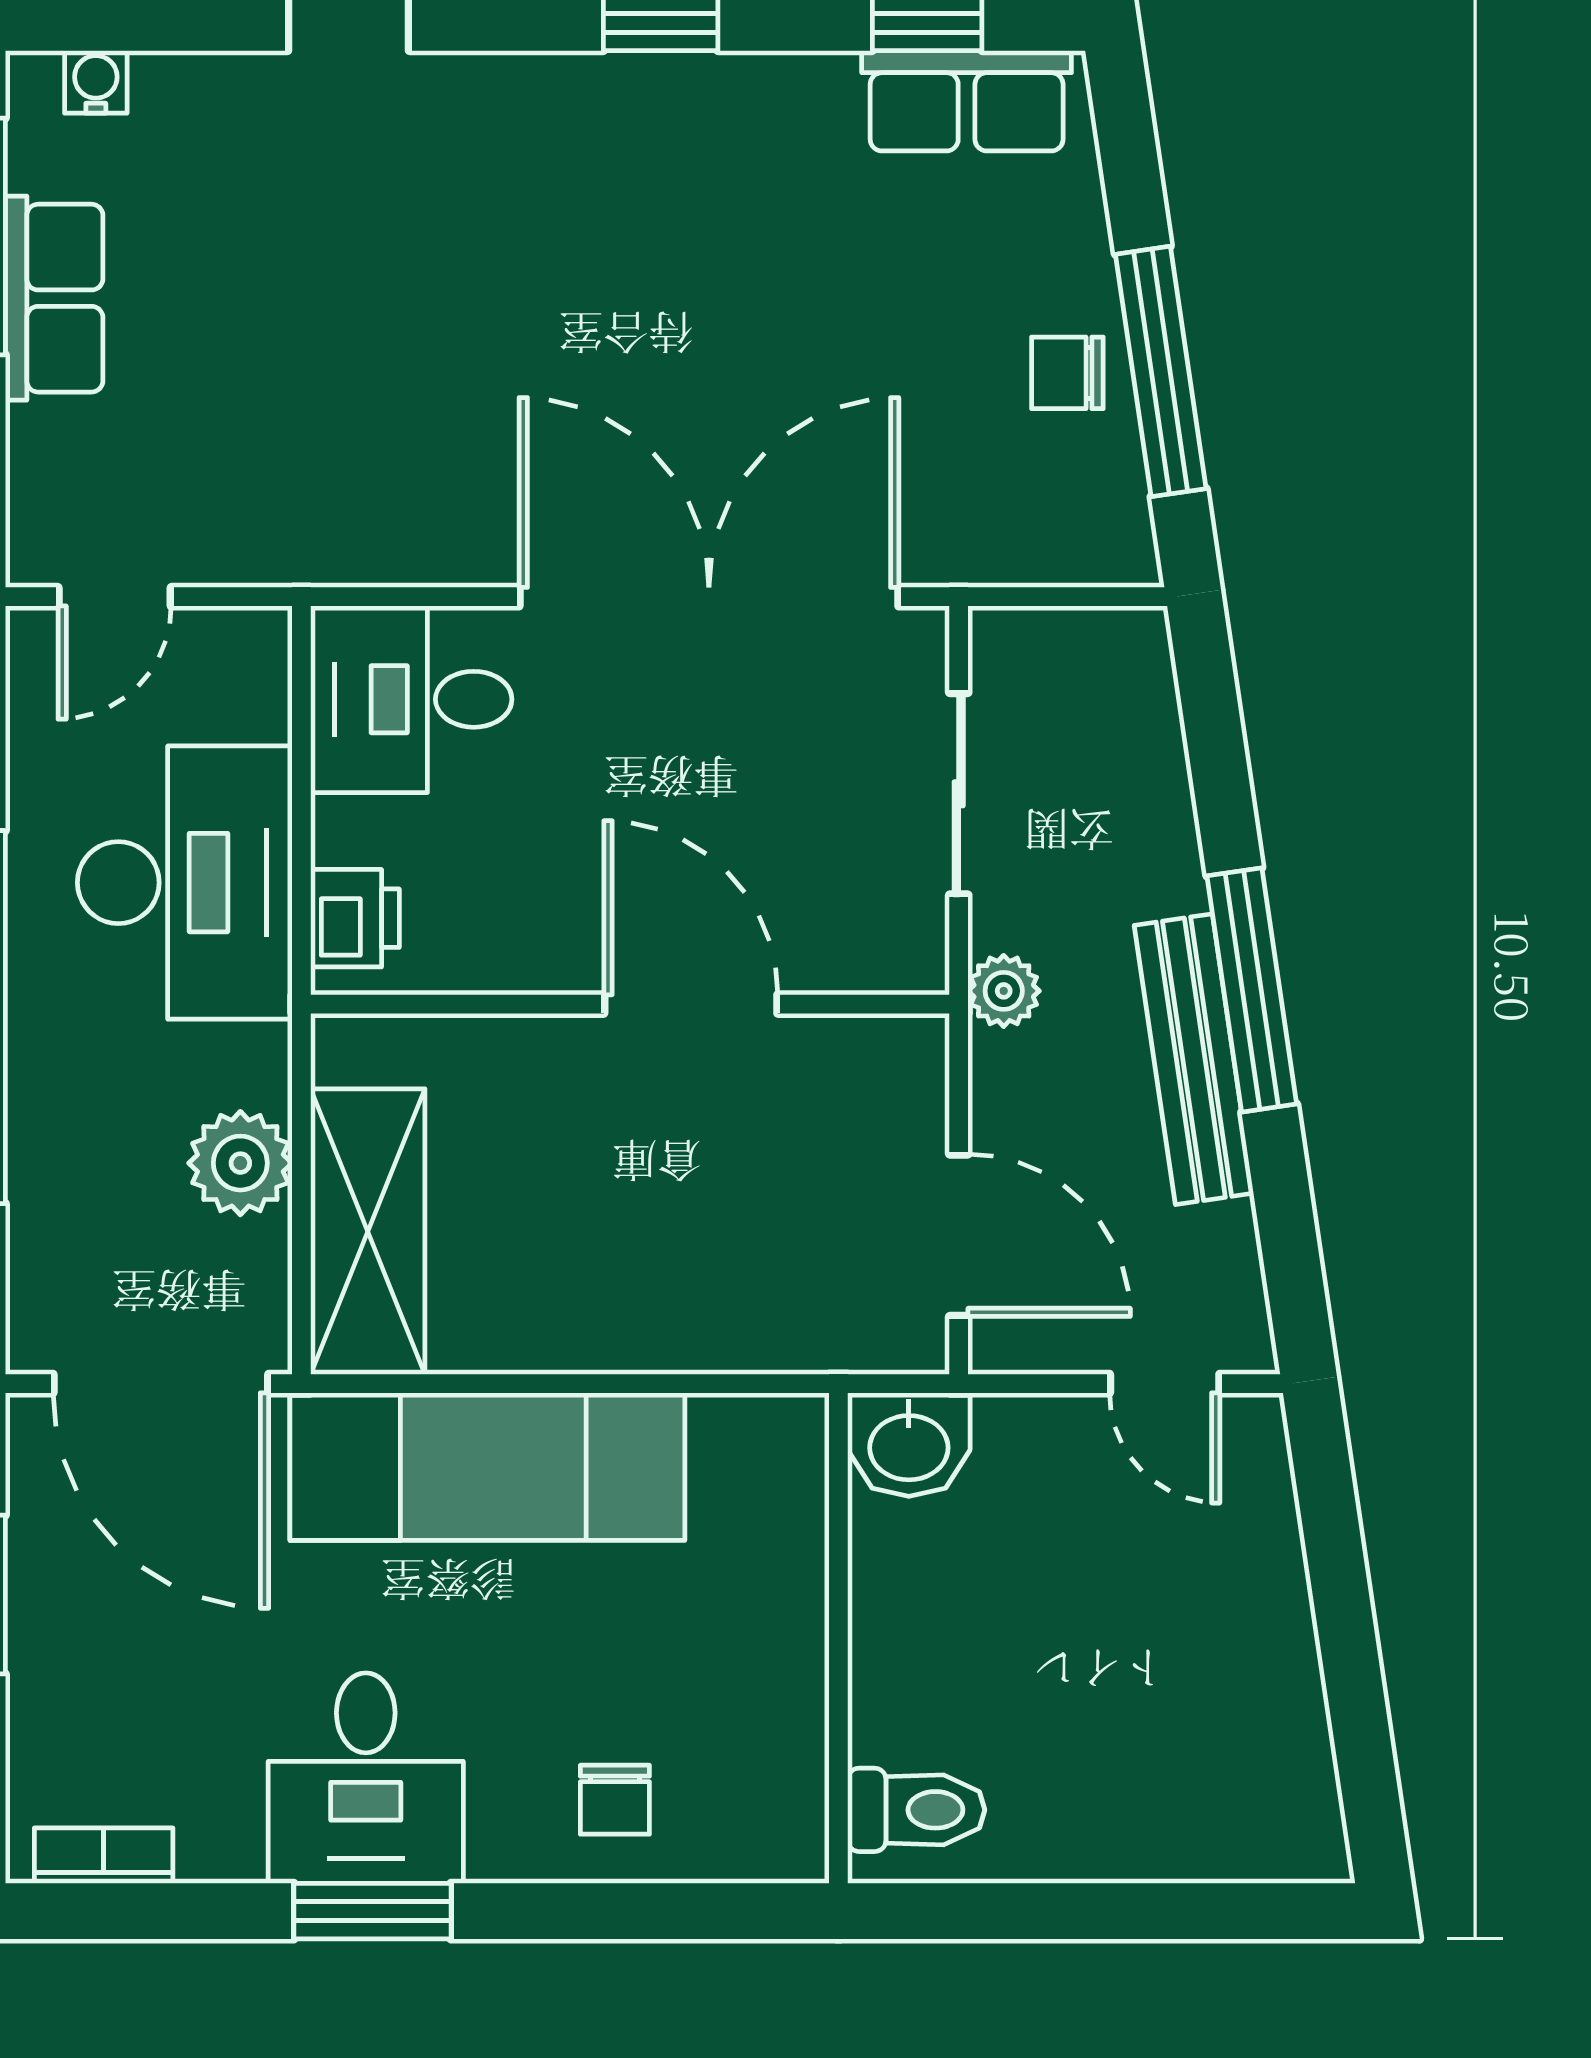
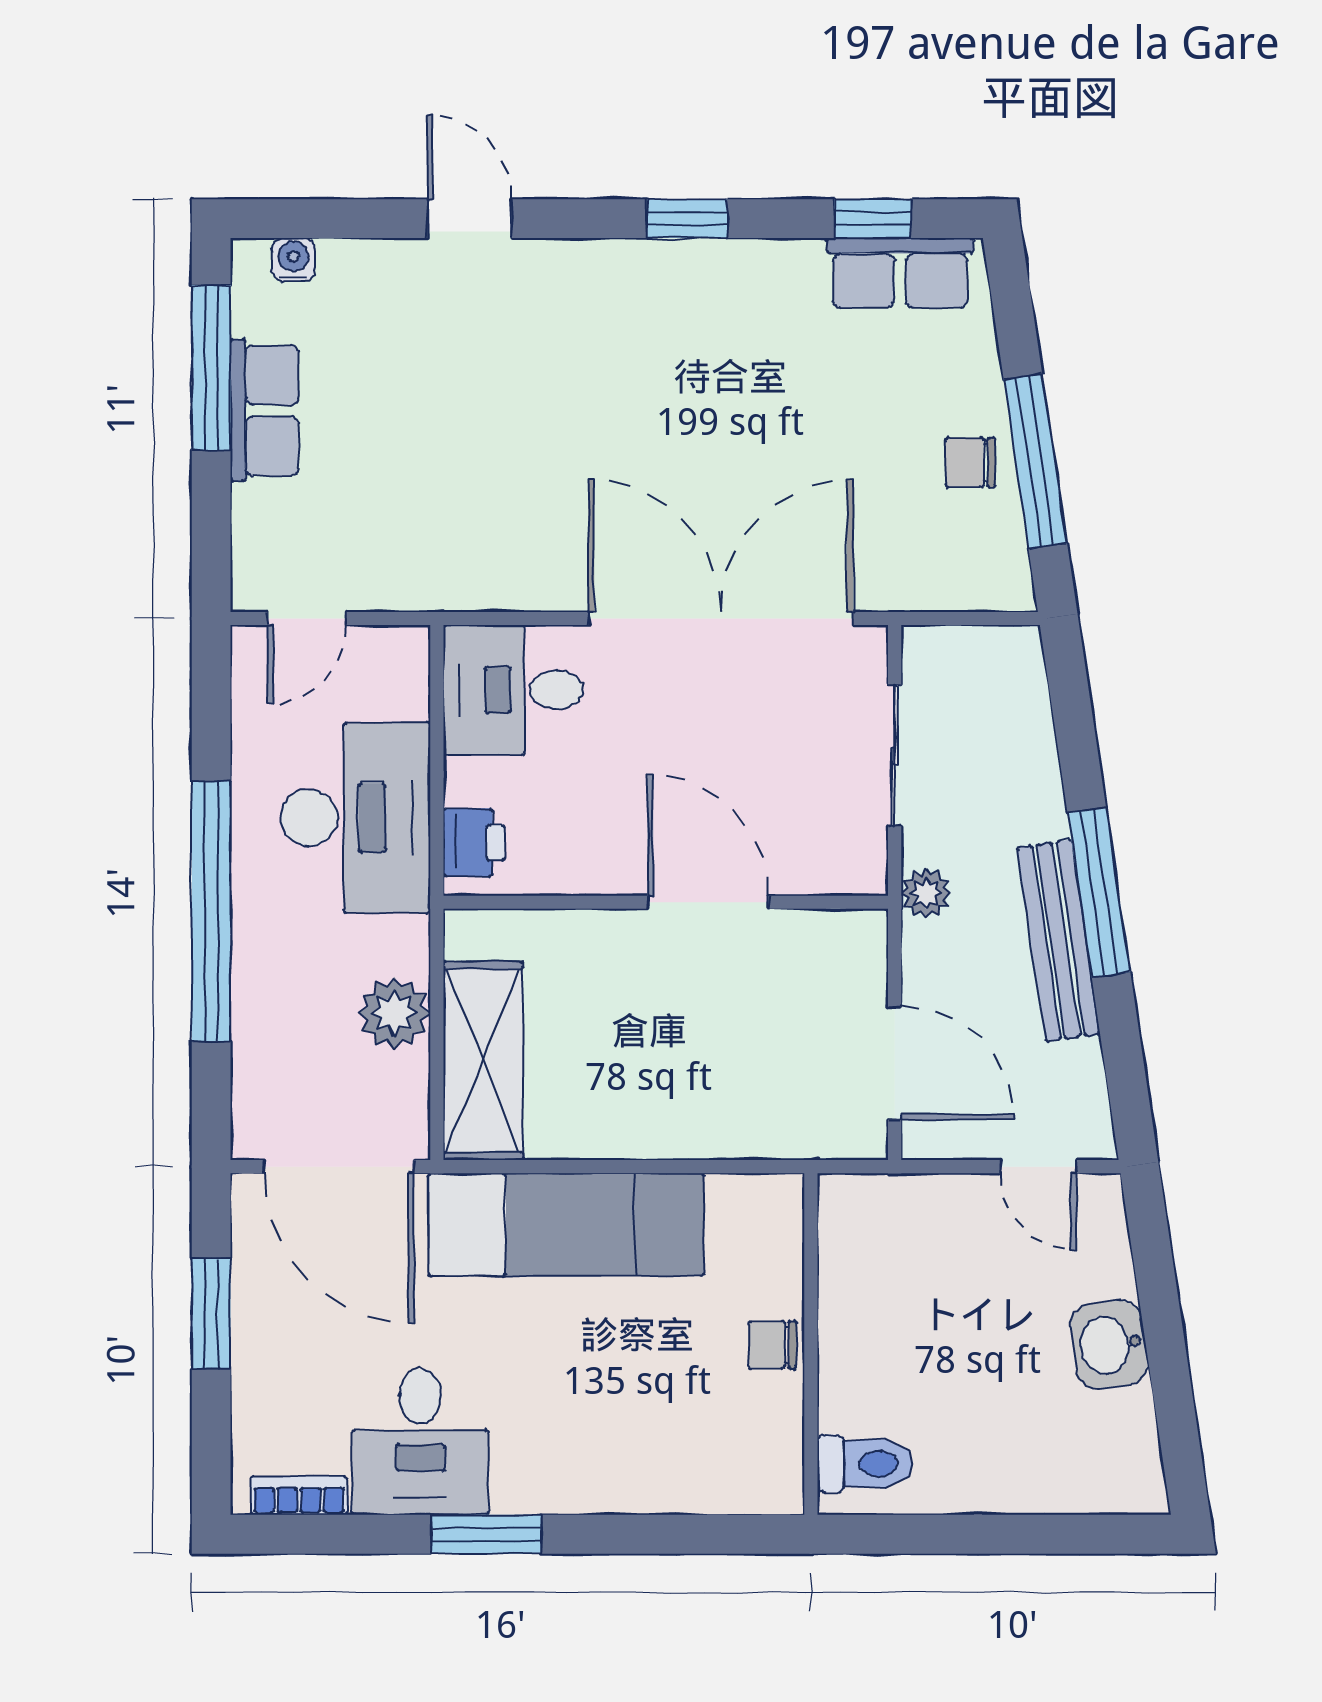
washbasin: (909, 1445) -> (1109, 1344), moved, turned 82
desk: (366, 1778) -> (420, 1442), moved
chair: (615, 1800) -> (772, 1345), moved, turned 90

